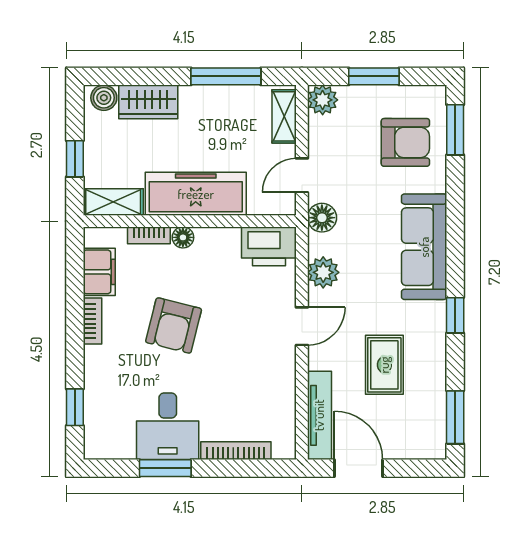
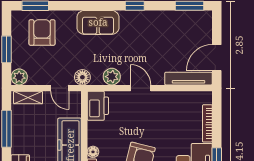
sofa: (424, 247) -> (98, 22), width x0.73
rug: (384, 365) -> (161, 44), removed

